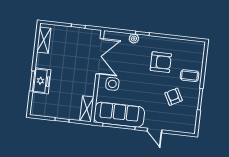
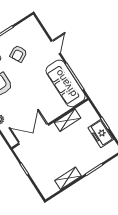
shelving: (44, 40) -> (68, 178), moved
freezer: (42, 81) -> (101, 134), moved, turned -90
side table: (112, 84) -> (47, 108), removed
shelving: (87, 109) -> (67, 120), moved

